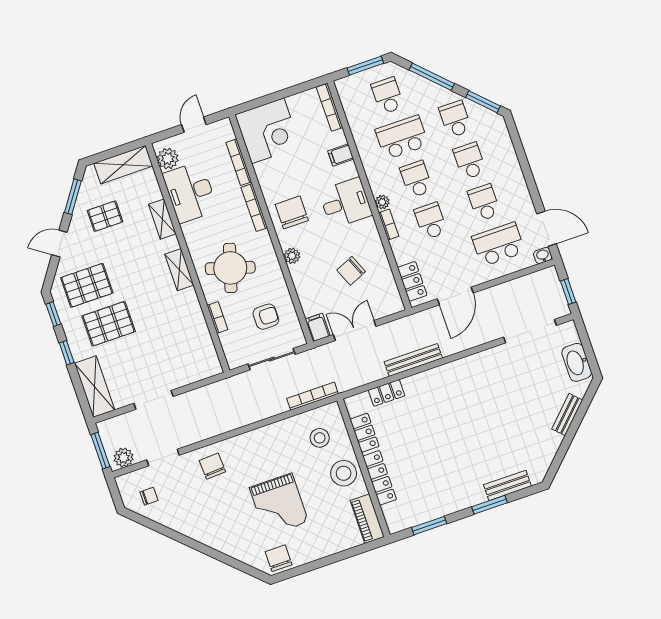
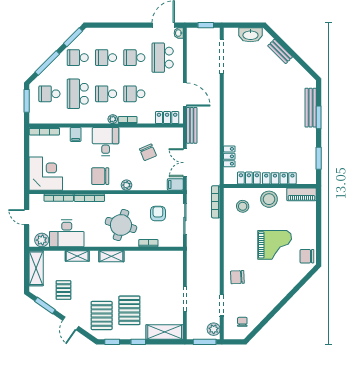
bench: (413, 360) -> (192, 125), moved
bench: (507, 485) -> (311, 108), width x1.36

